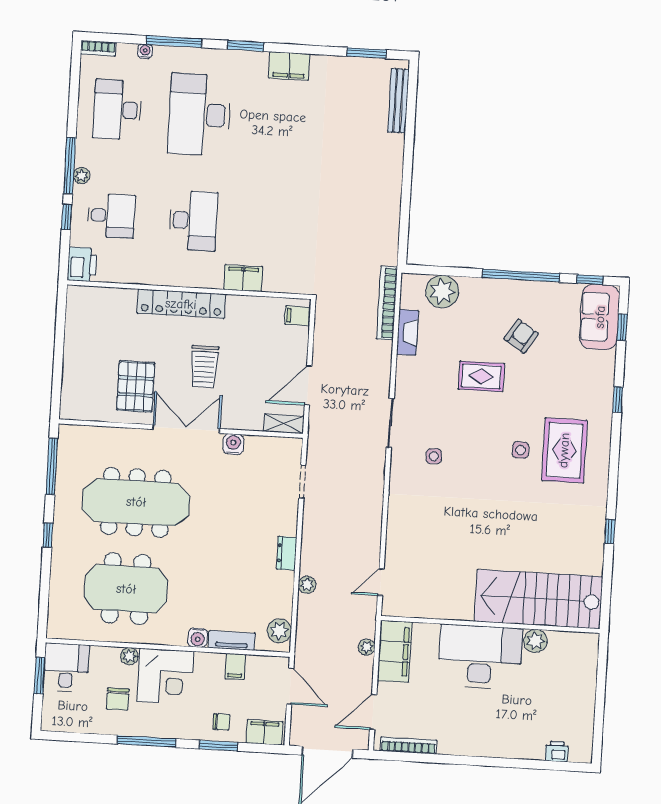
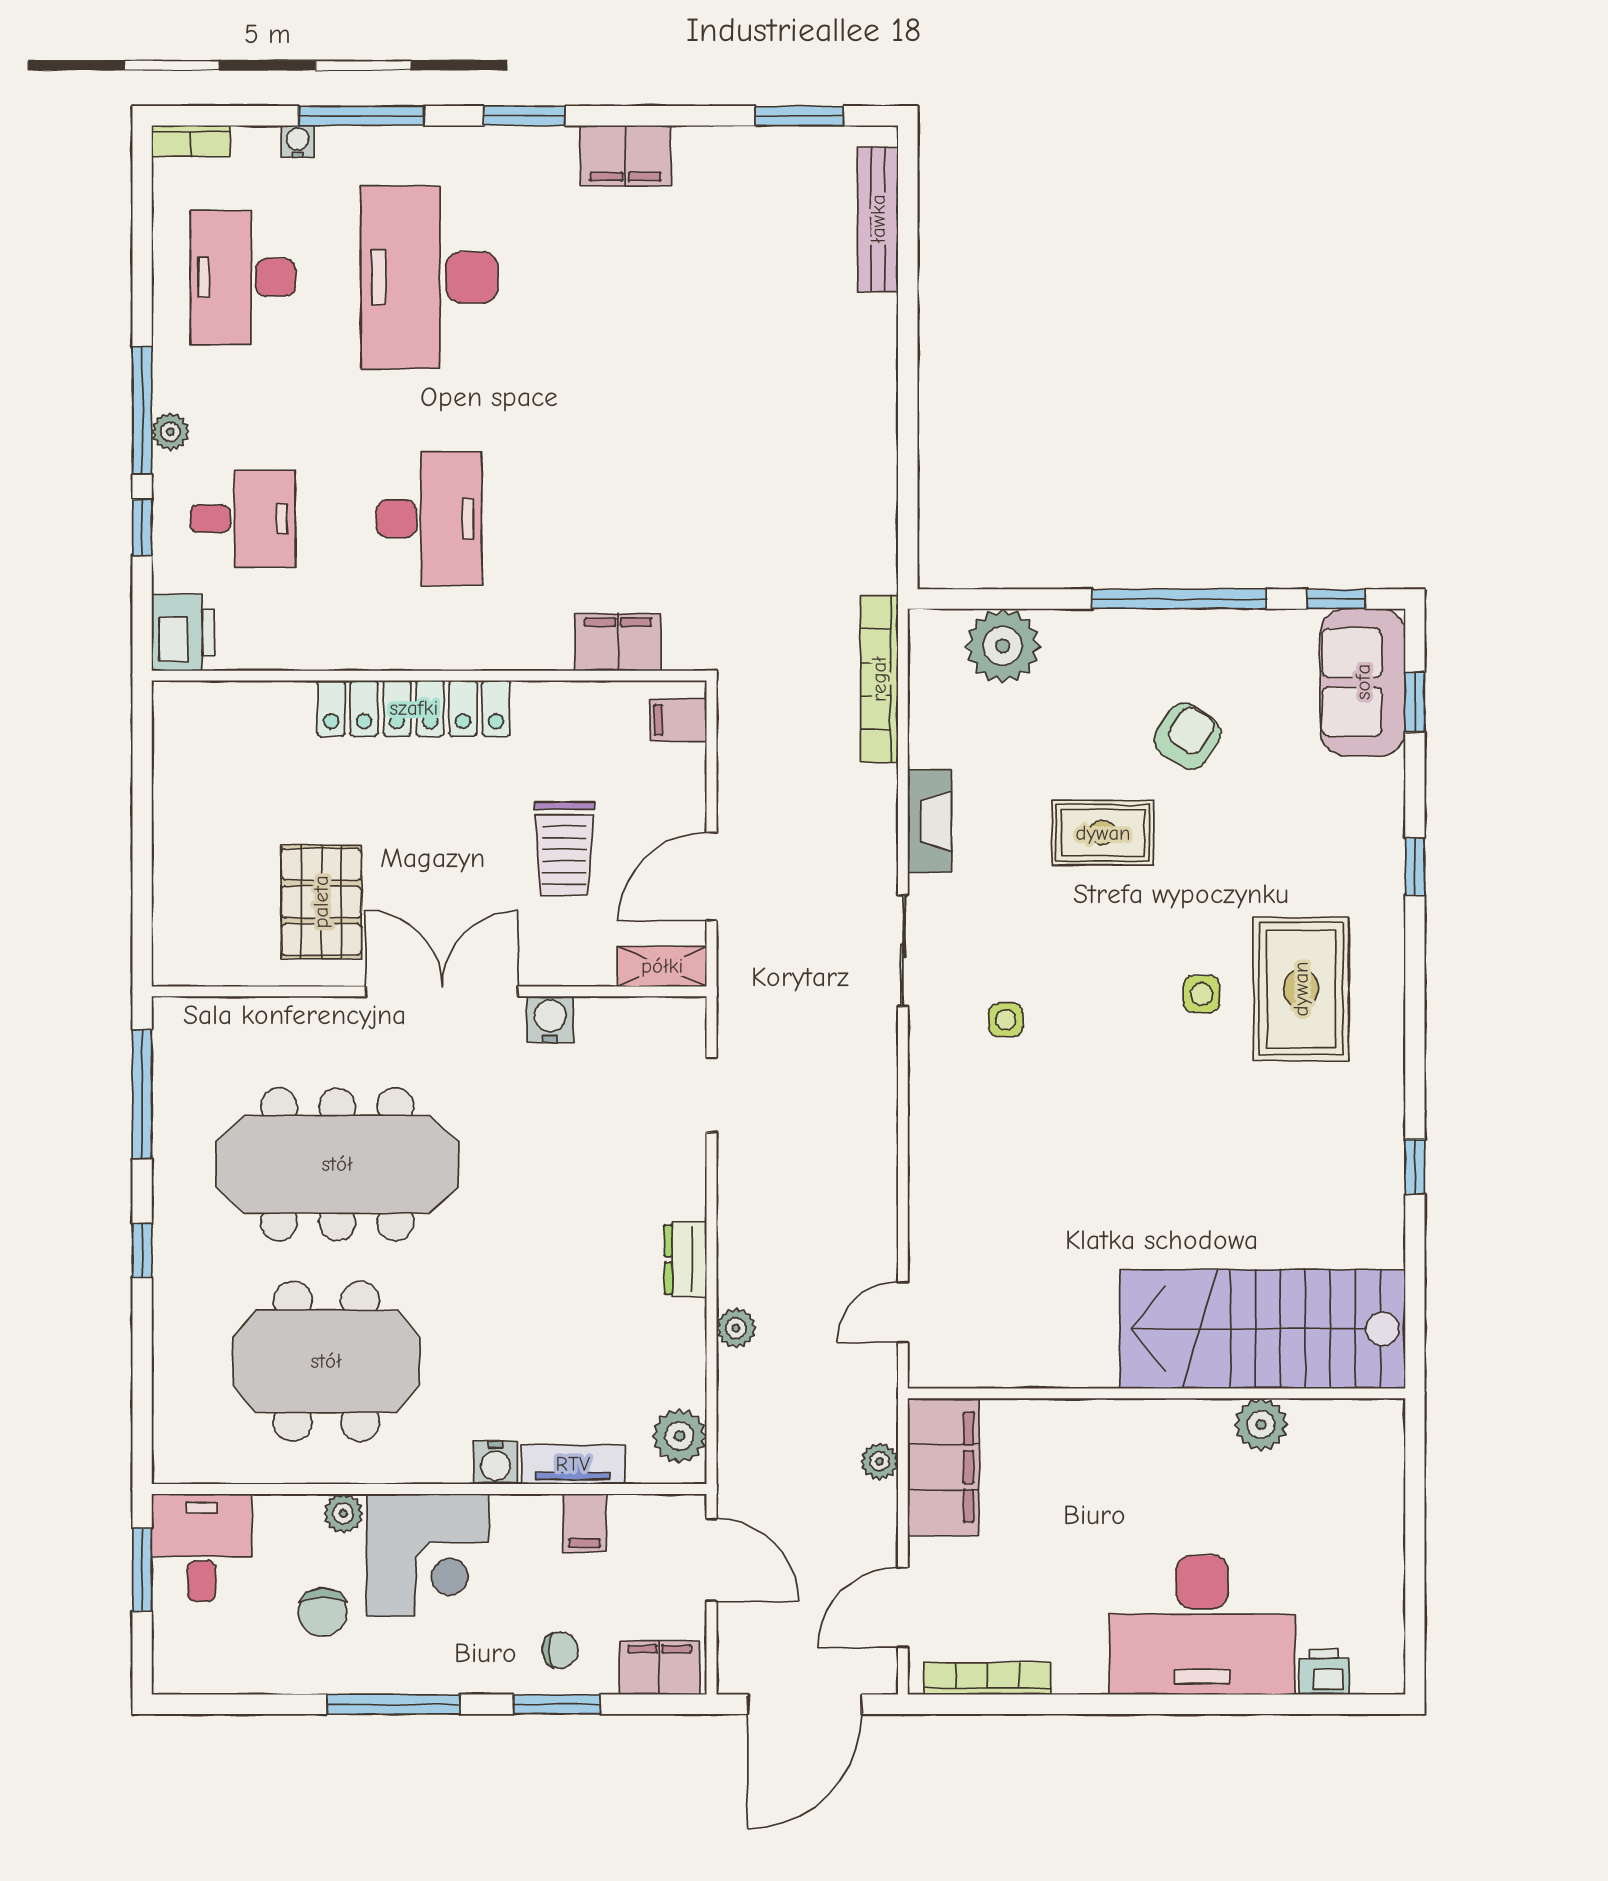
filing cabinet: (243, 278) -> (618, 642), moved
fireplace: (407, 332) -> (930, 821), moved
trolley: (204, 366) -> (564, 849), moved
desk: (480, 657) -> (1202, 1625), moved, turned 180

